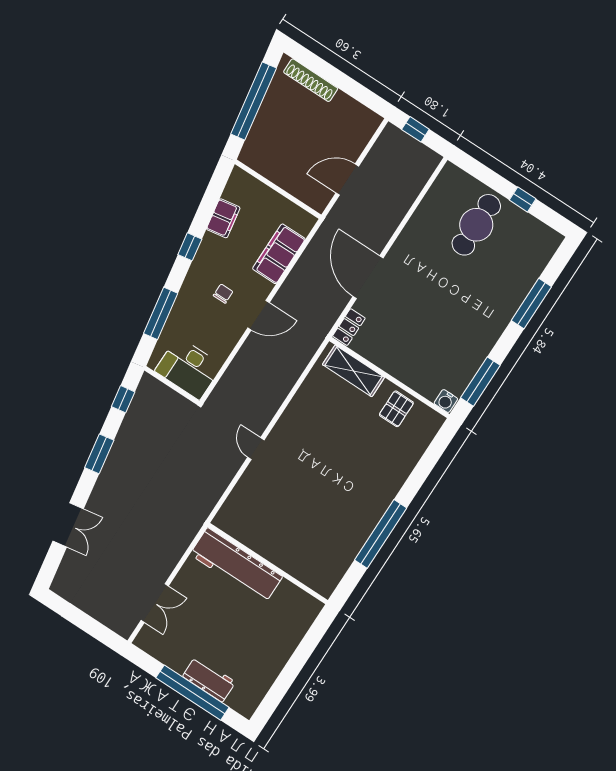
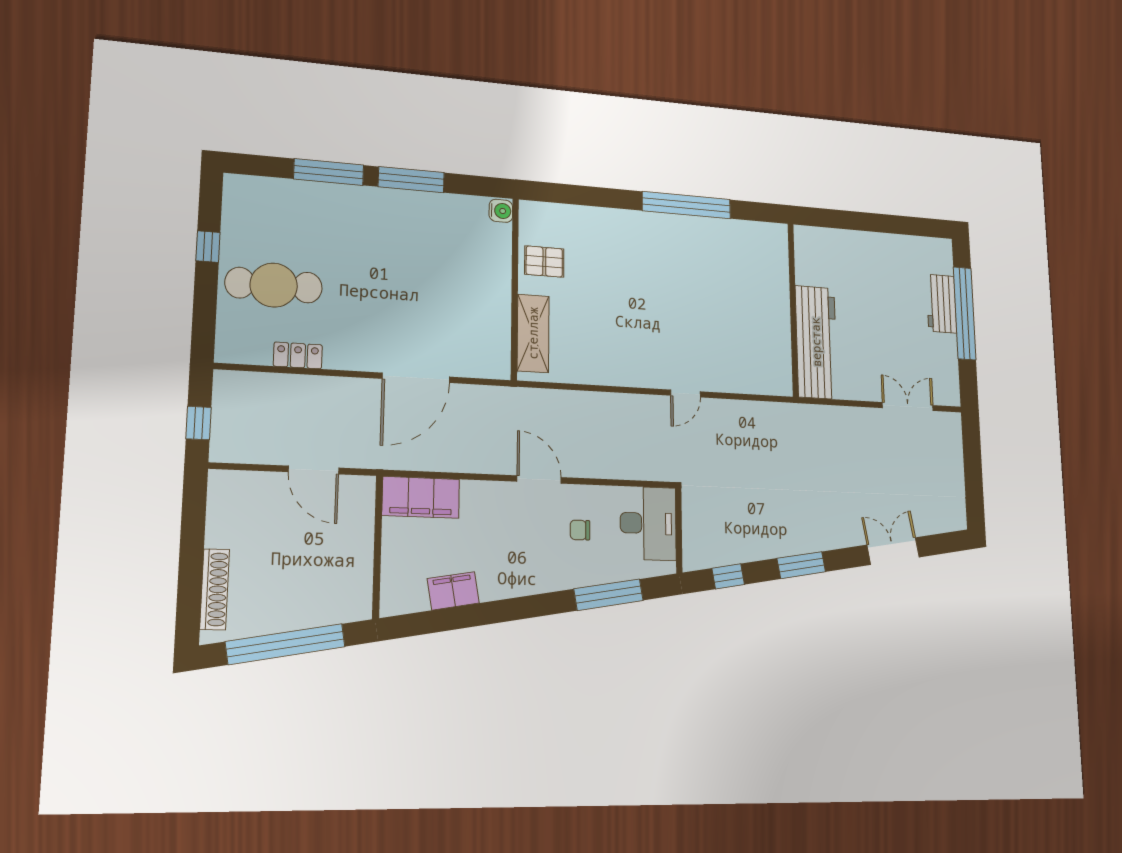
window: (190, 247) -> (512, 610), removed
filing cabinet: (279, 254) -> (421, 497), moved
chair: (223, 294) -> (580, 530), moved
locker: (349, 327) -> (298, 355), moved
window: (480, 382) -> (411, 180), moved

